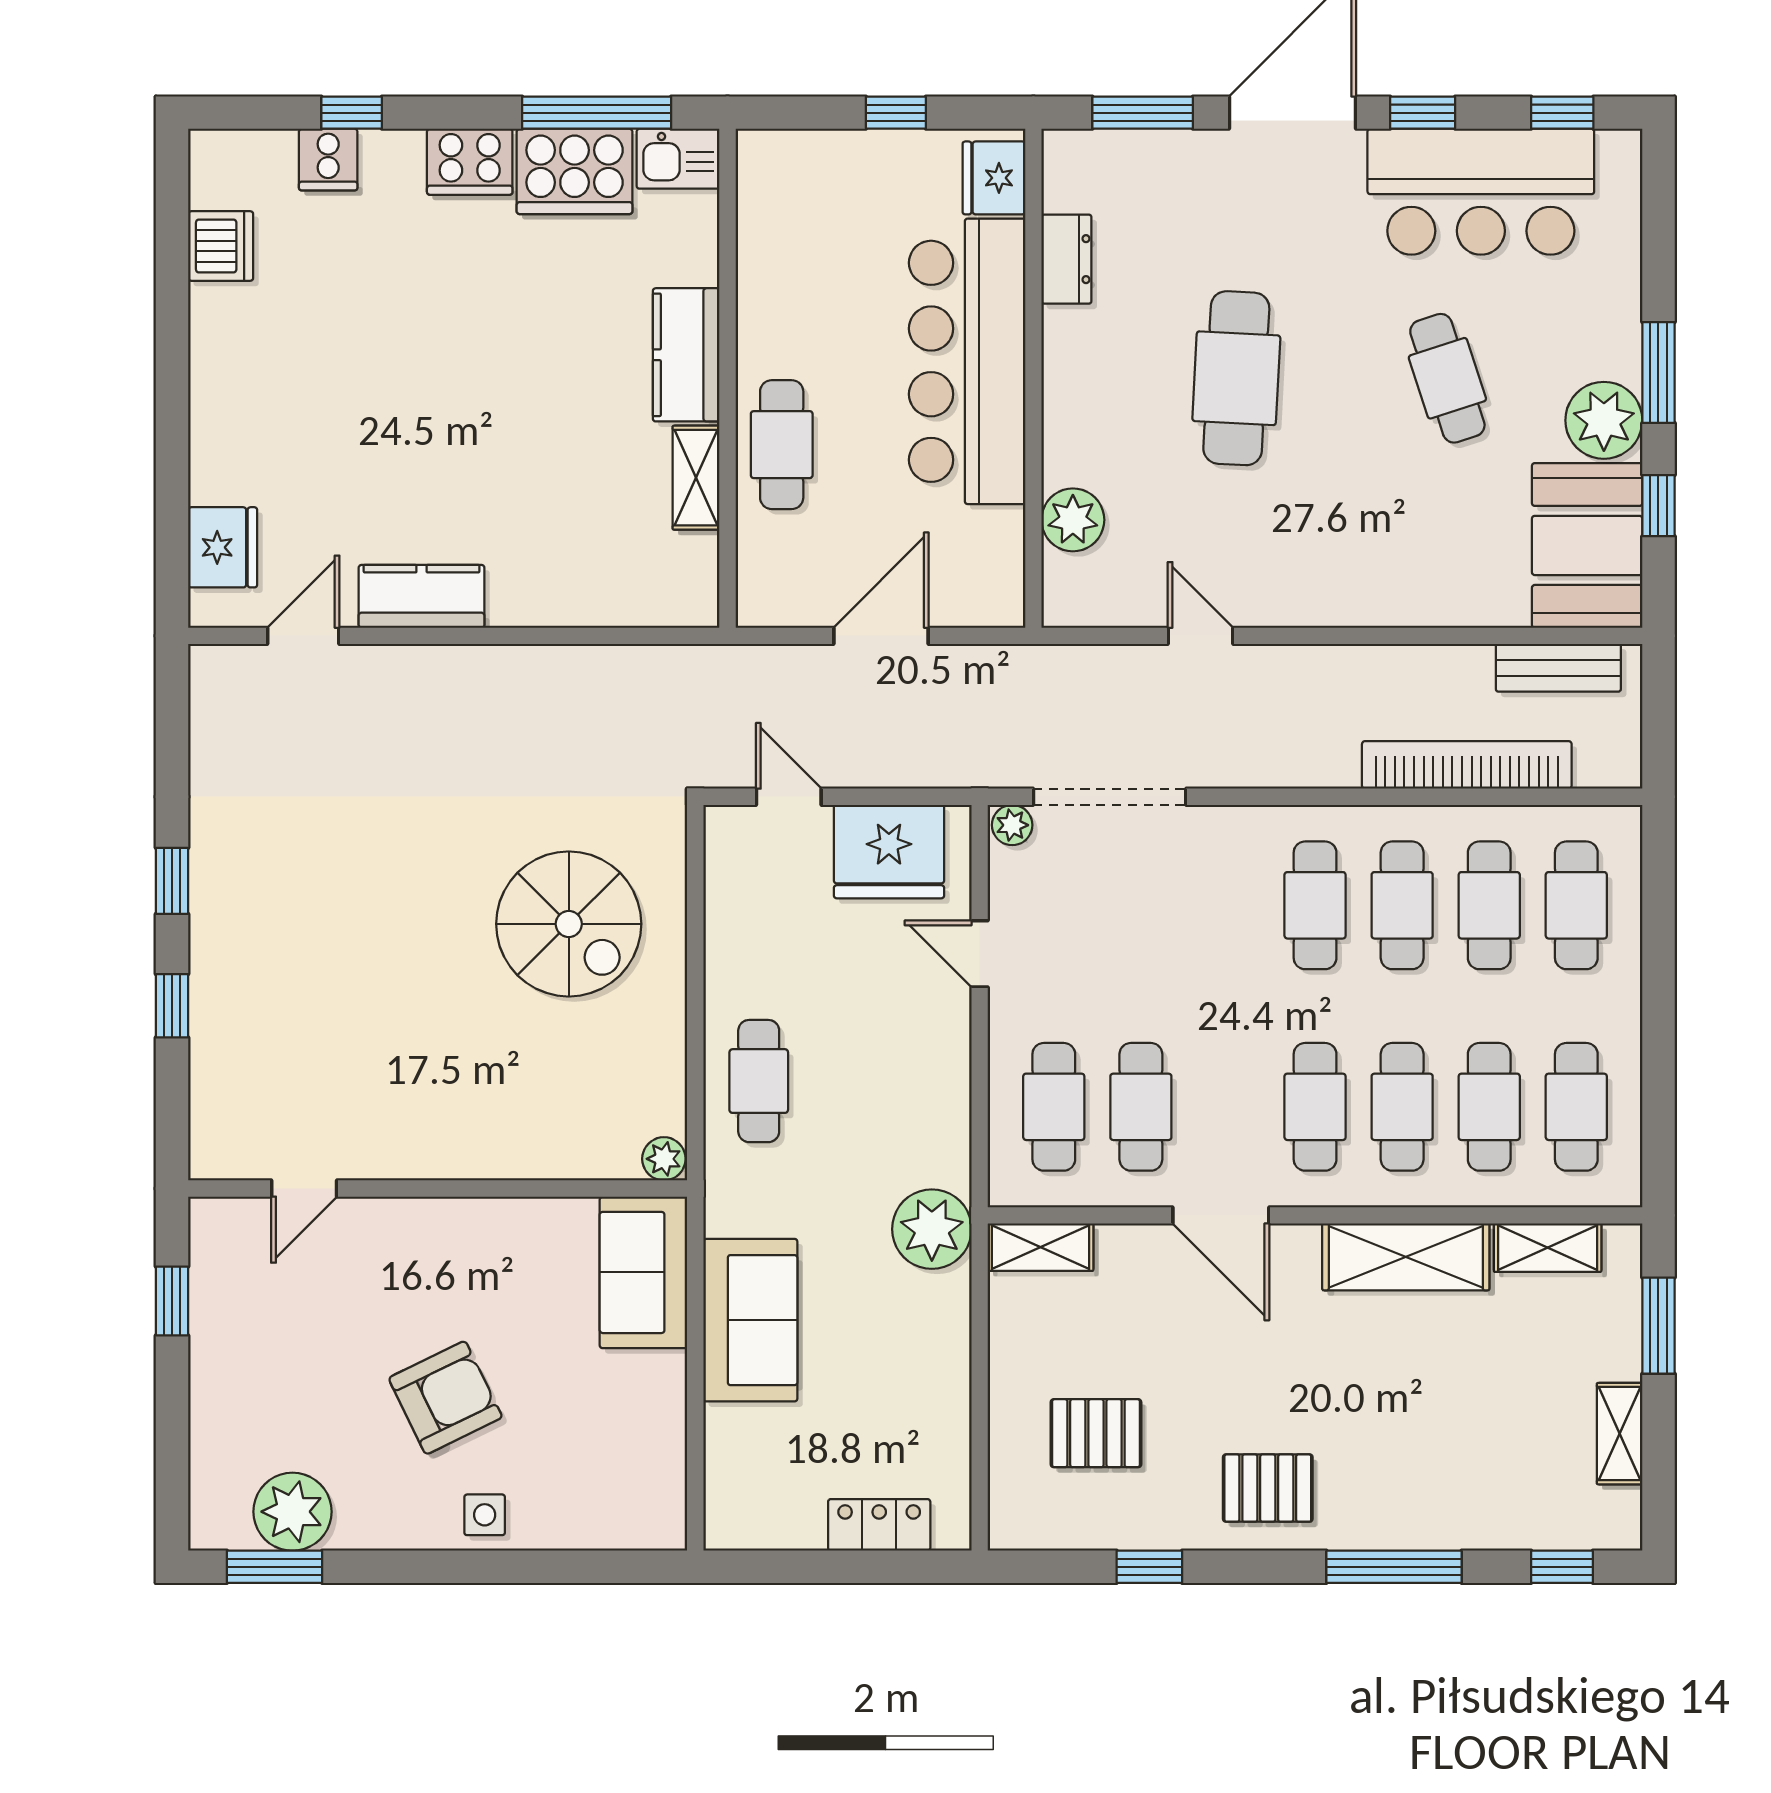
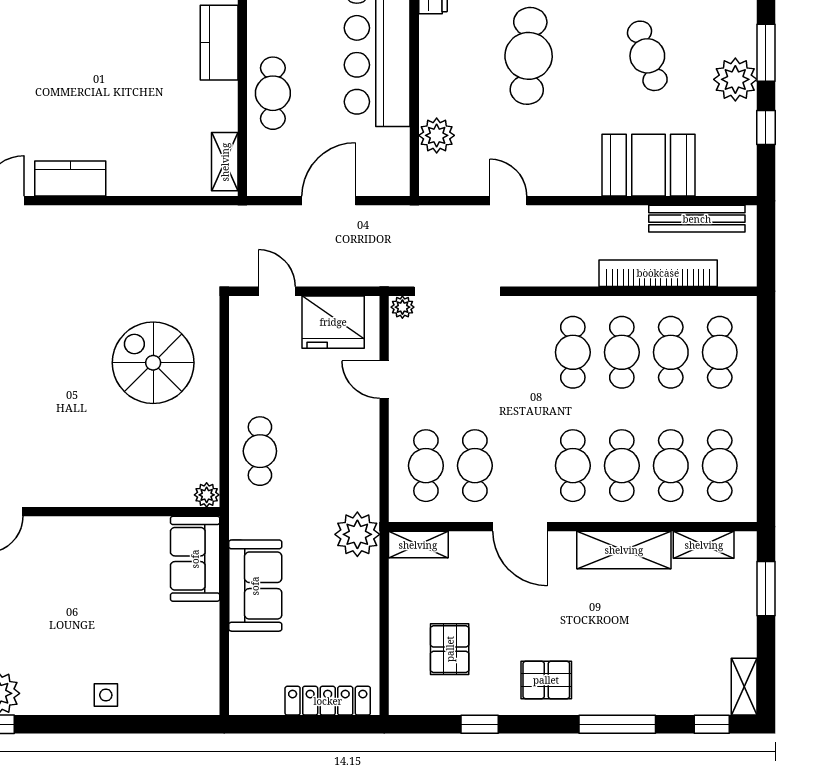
shelving: (696, 478) -> (225, 162), moved
booth: (1587, 545) -> (648, 165), moved, turned 90
bench: (1558, 668) -> (697, 219), width x1.36
spiral stairs: (569, 924) -> (153, 363), turned 180
armchair: (445, 1398) -> (84, 629), removed
pallet: (1096, 1433) -> (450, 649), turned 90
shelving: (1620, 1434) -> (744, 687), moved
locker: (879, 1525) -> (328, 701), width x1.53

